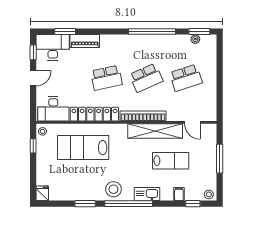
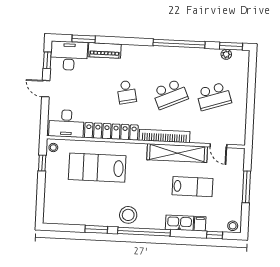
door: (33, 78) -> (46, 89), swing flipped
school desk: (106, 78) -> (126, 92), width x0.54
fridge: (42, 193) -> (50, 216), removed
kitchen sink: (147, 194) -> (180, 223), moved

